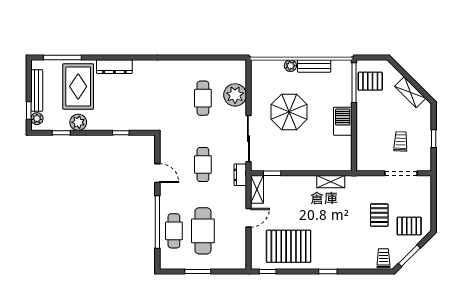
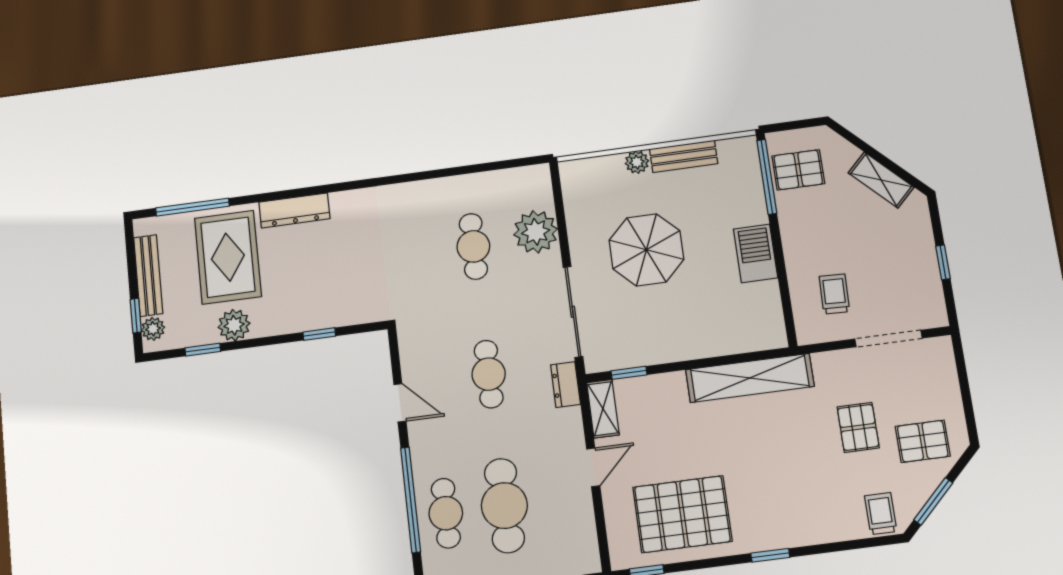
trolley: (401, 141) -> (834, 294), moved
shelving: (331, 182) -> (750, 378), width x2.20, depth x1.33

